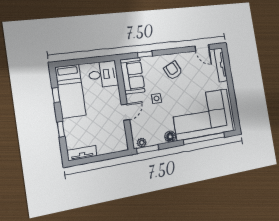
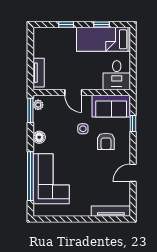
door: (202, 48) -> (133, 173), moved
armchair: (173, 70) -> (106, 141), moved, turned 116
corner sofa: (202, 114) -> (51, 179), width x0.73, depth x0.74
tv unit: (82, 153) -> (39, 73), moved

